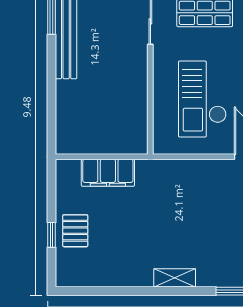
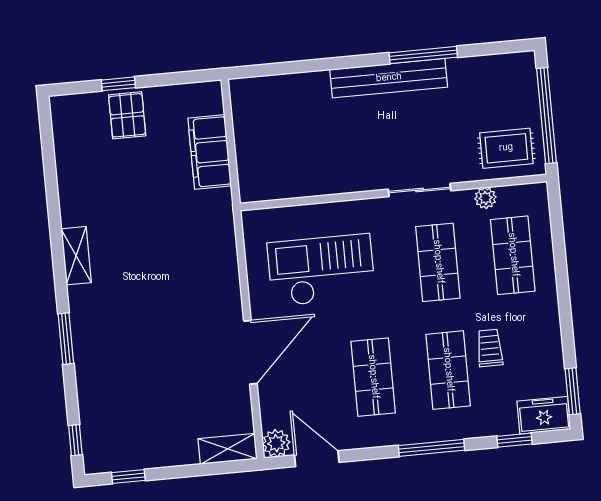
pallet: (75, 231) -> (127, 115), turned 90

